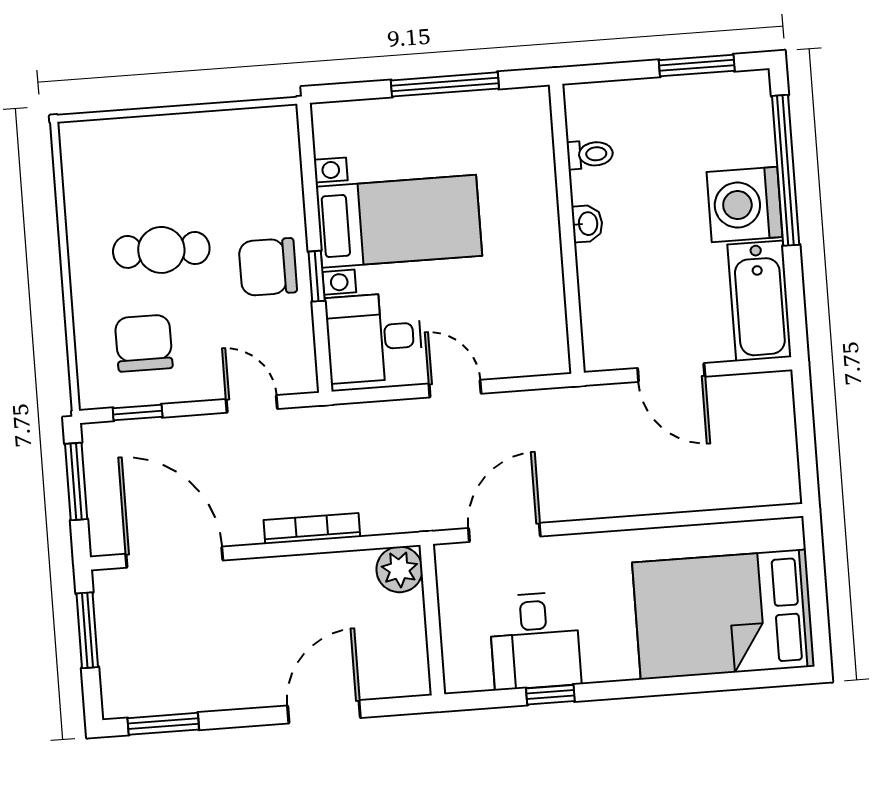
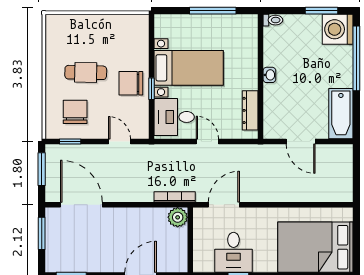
toilet: (590, 154) -> (273, 20), moved
washing machine: (745, 204) -> (338, 29), moved
dresser: (549, 309) -> (250, 110), added
bookcase: (312, 528) -> (175, 197), moved

